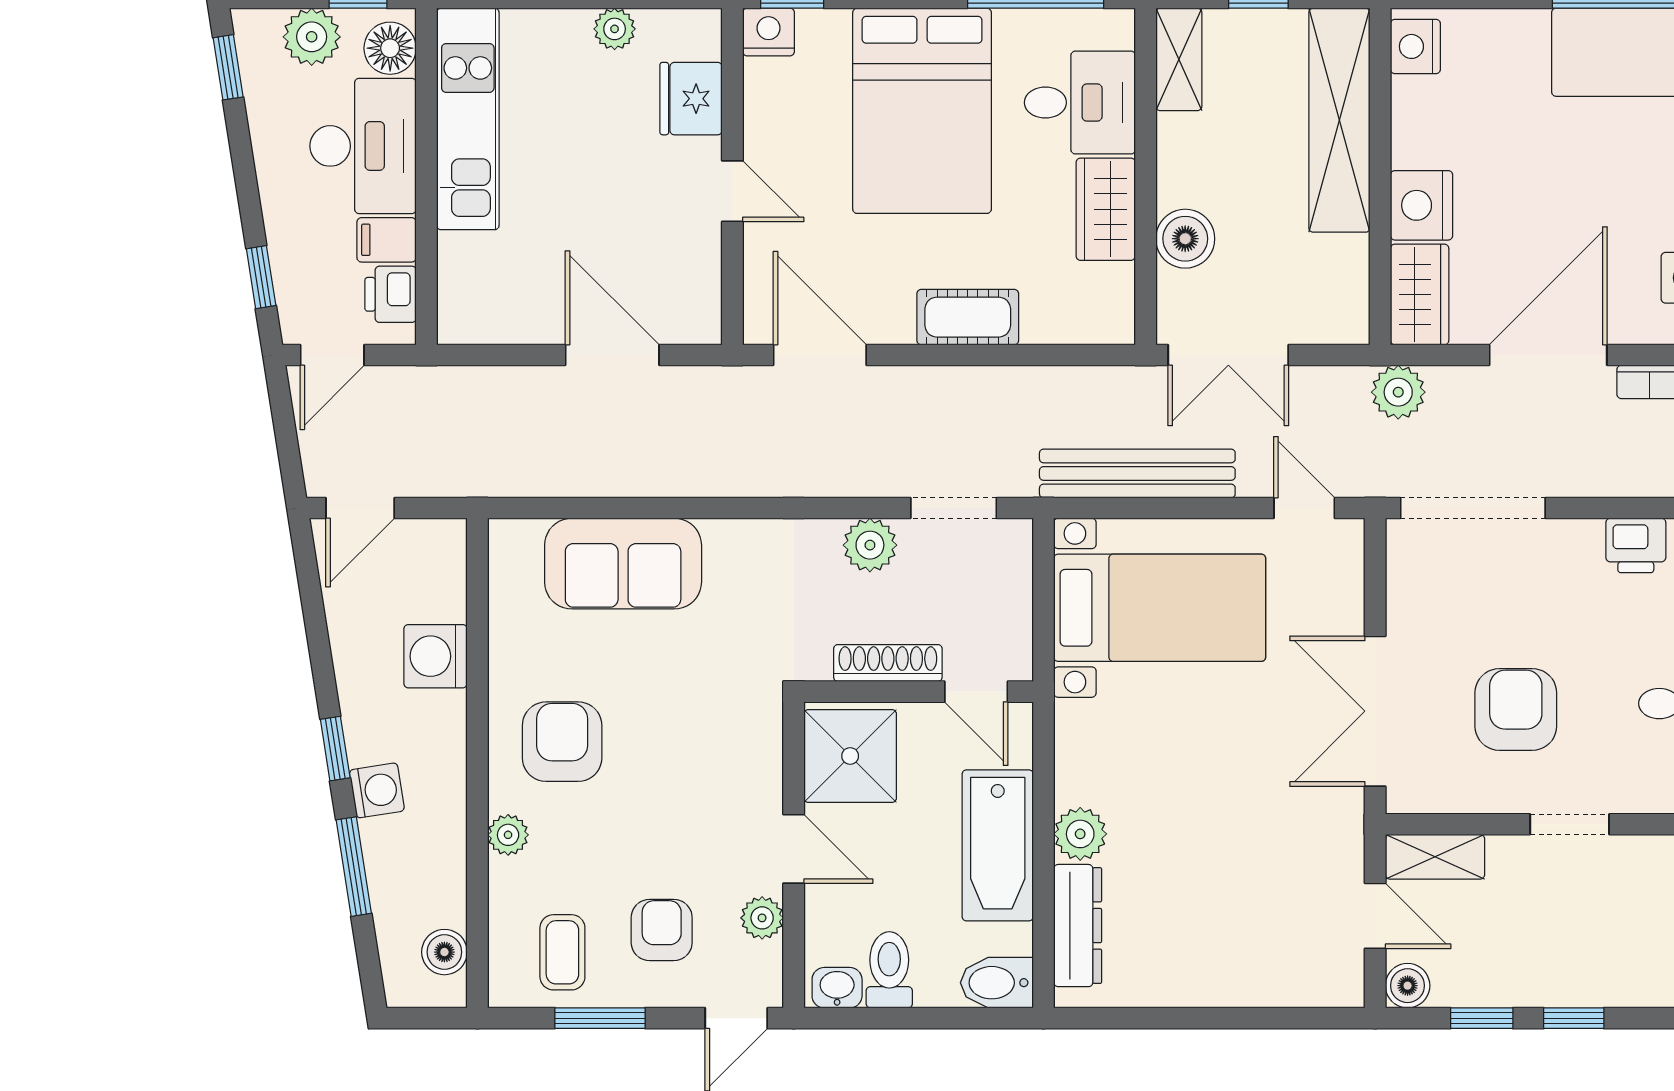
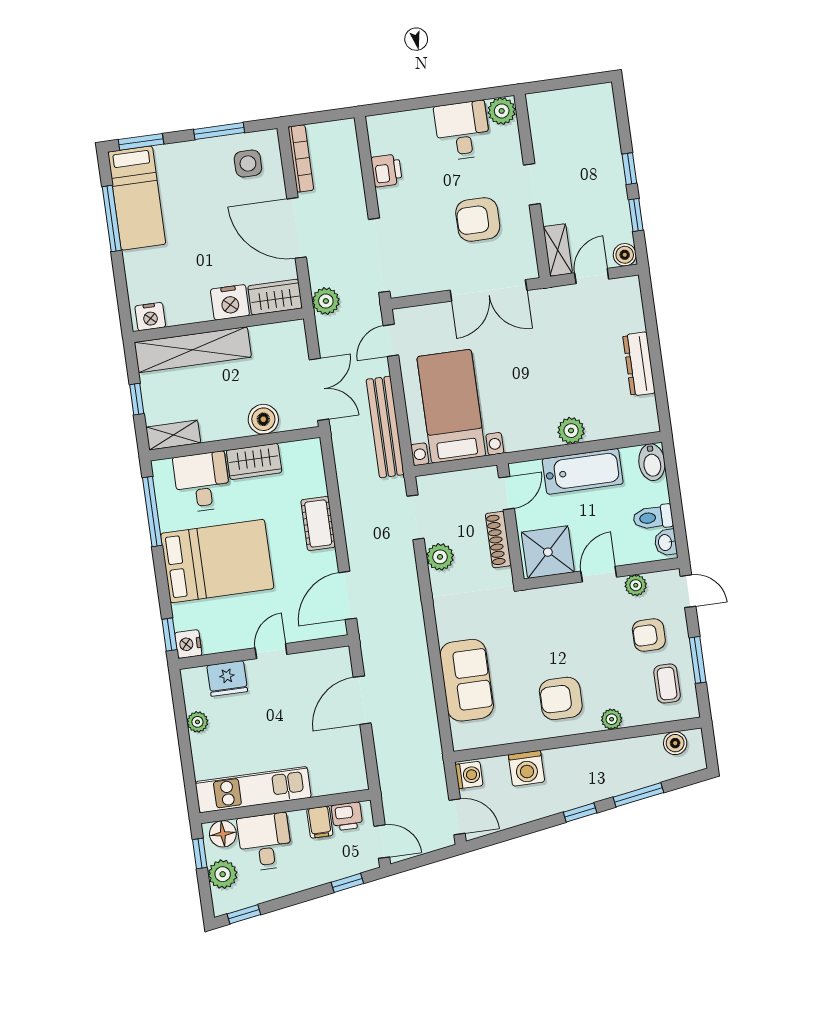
desk: (363, 146) -> (265, 842), width x0.73
washing machine: (377, 790) -> (469, 775), moved, turned 99
dresser: (1078, 926) -> (639, 364), moved, turned -90
coffee table: (562, 952) -> (667, 684), turned 90

